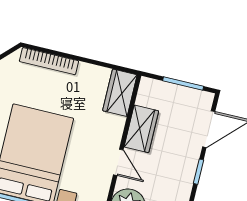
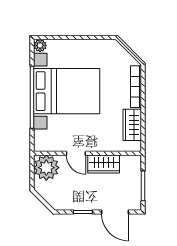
wardrobe: (120, 93) -> (132, 125), moved, turned -90
door: (118, 162) -> (76, 153), hinge flipped

